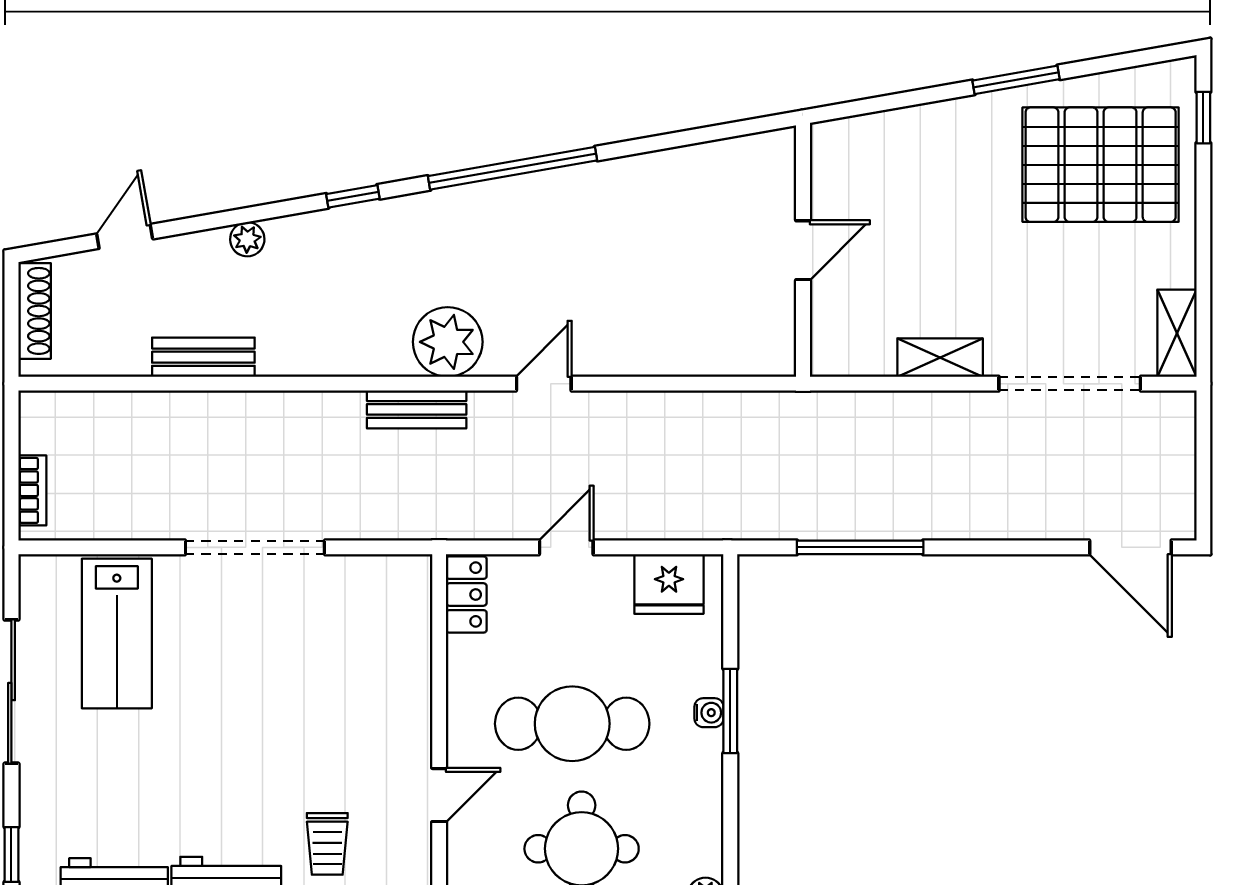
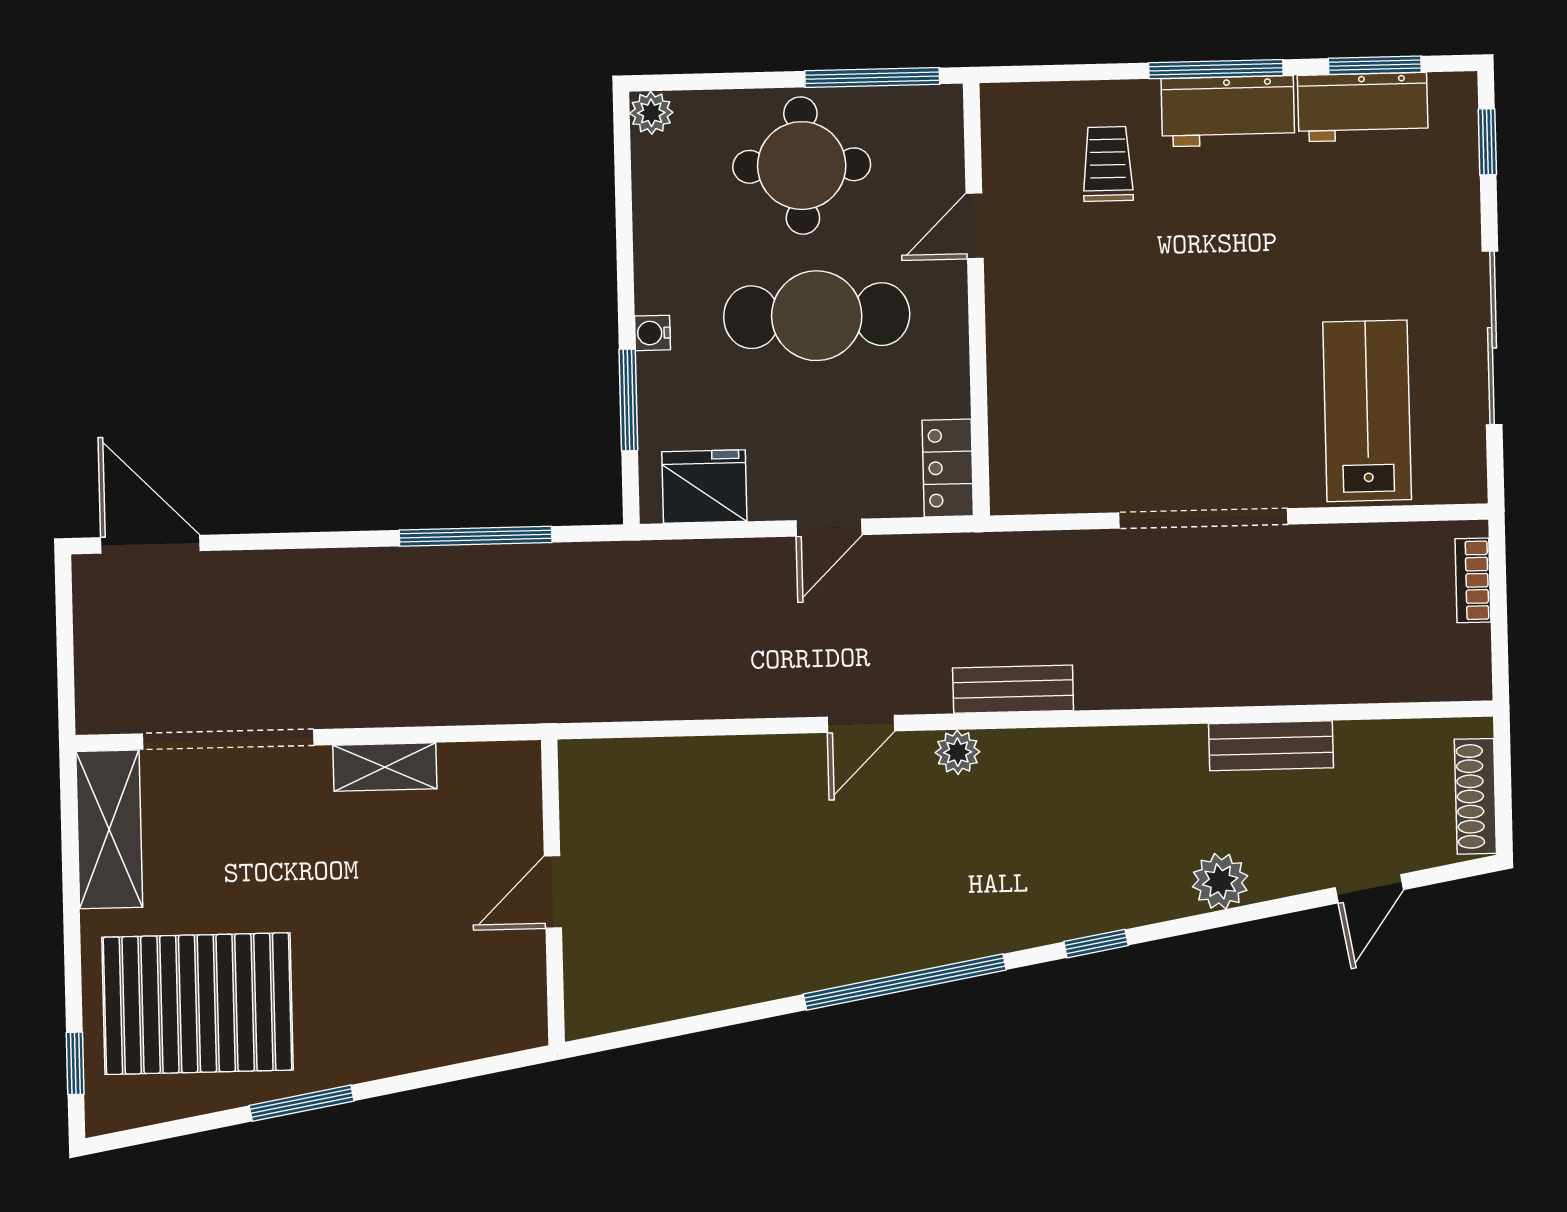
plant: (247, 239) -> (1220, 881), width x1.38, depth x1.38
shelving: (1177, 333) -> (109, 829), width x1.50, depth x1.33
plant: (448, 342) -> (958, 752), width x0.53, depth x0.53
window: (730, 711) -> (628, 400), moved

